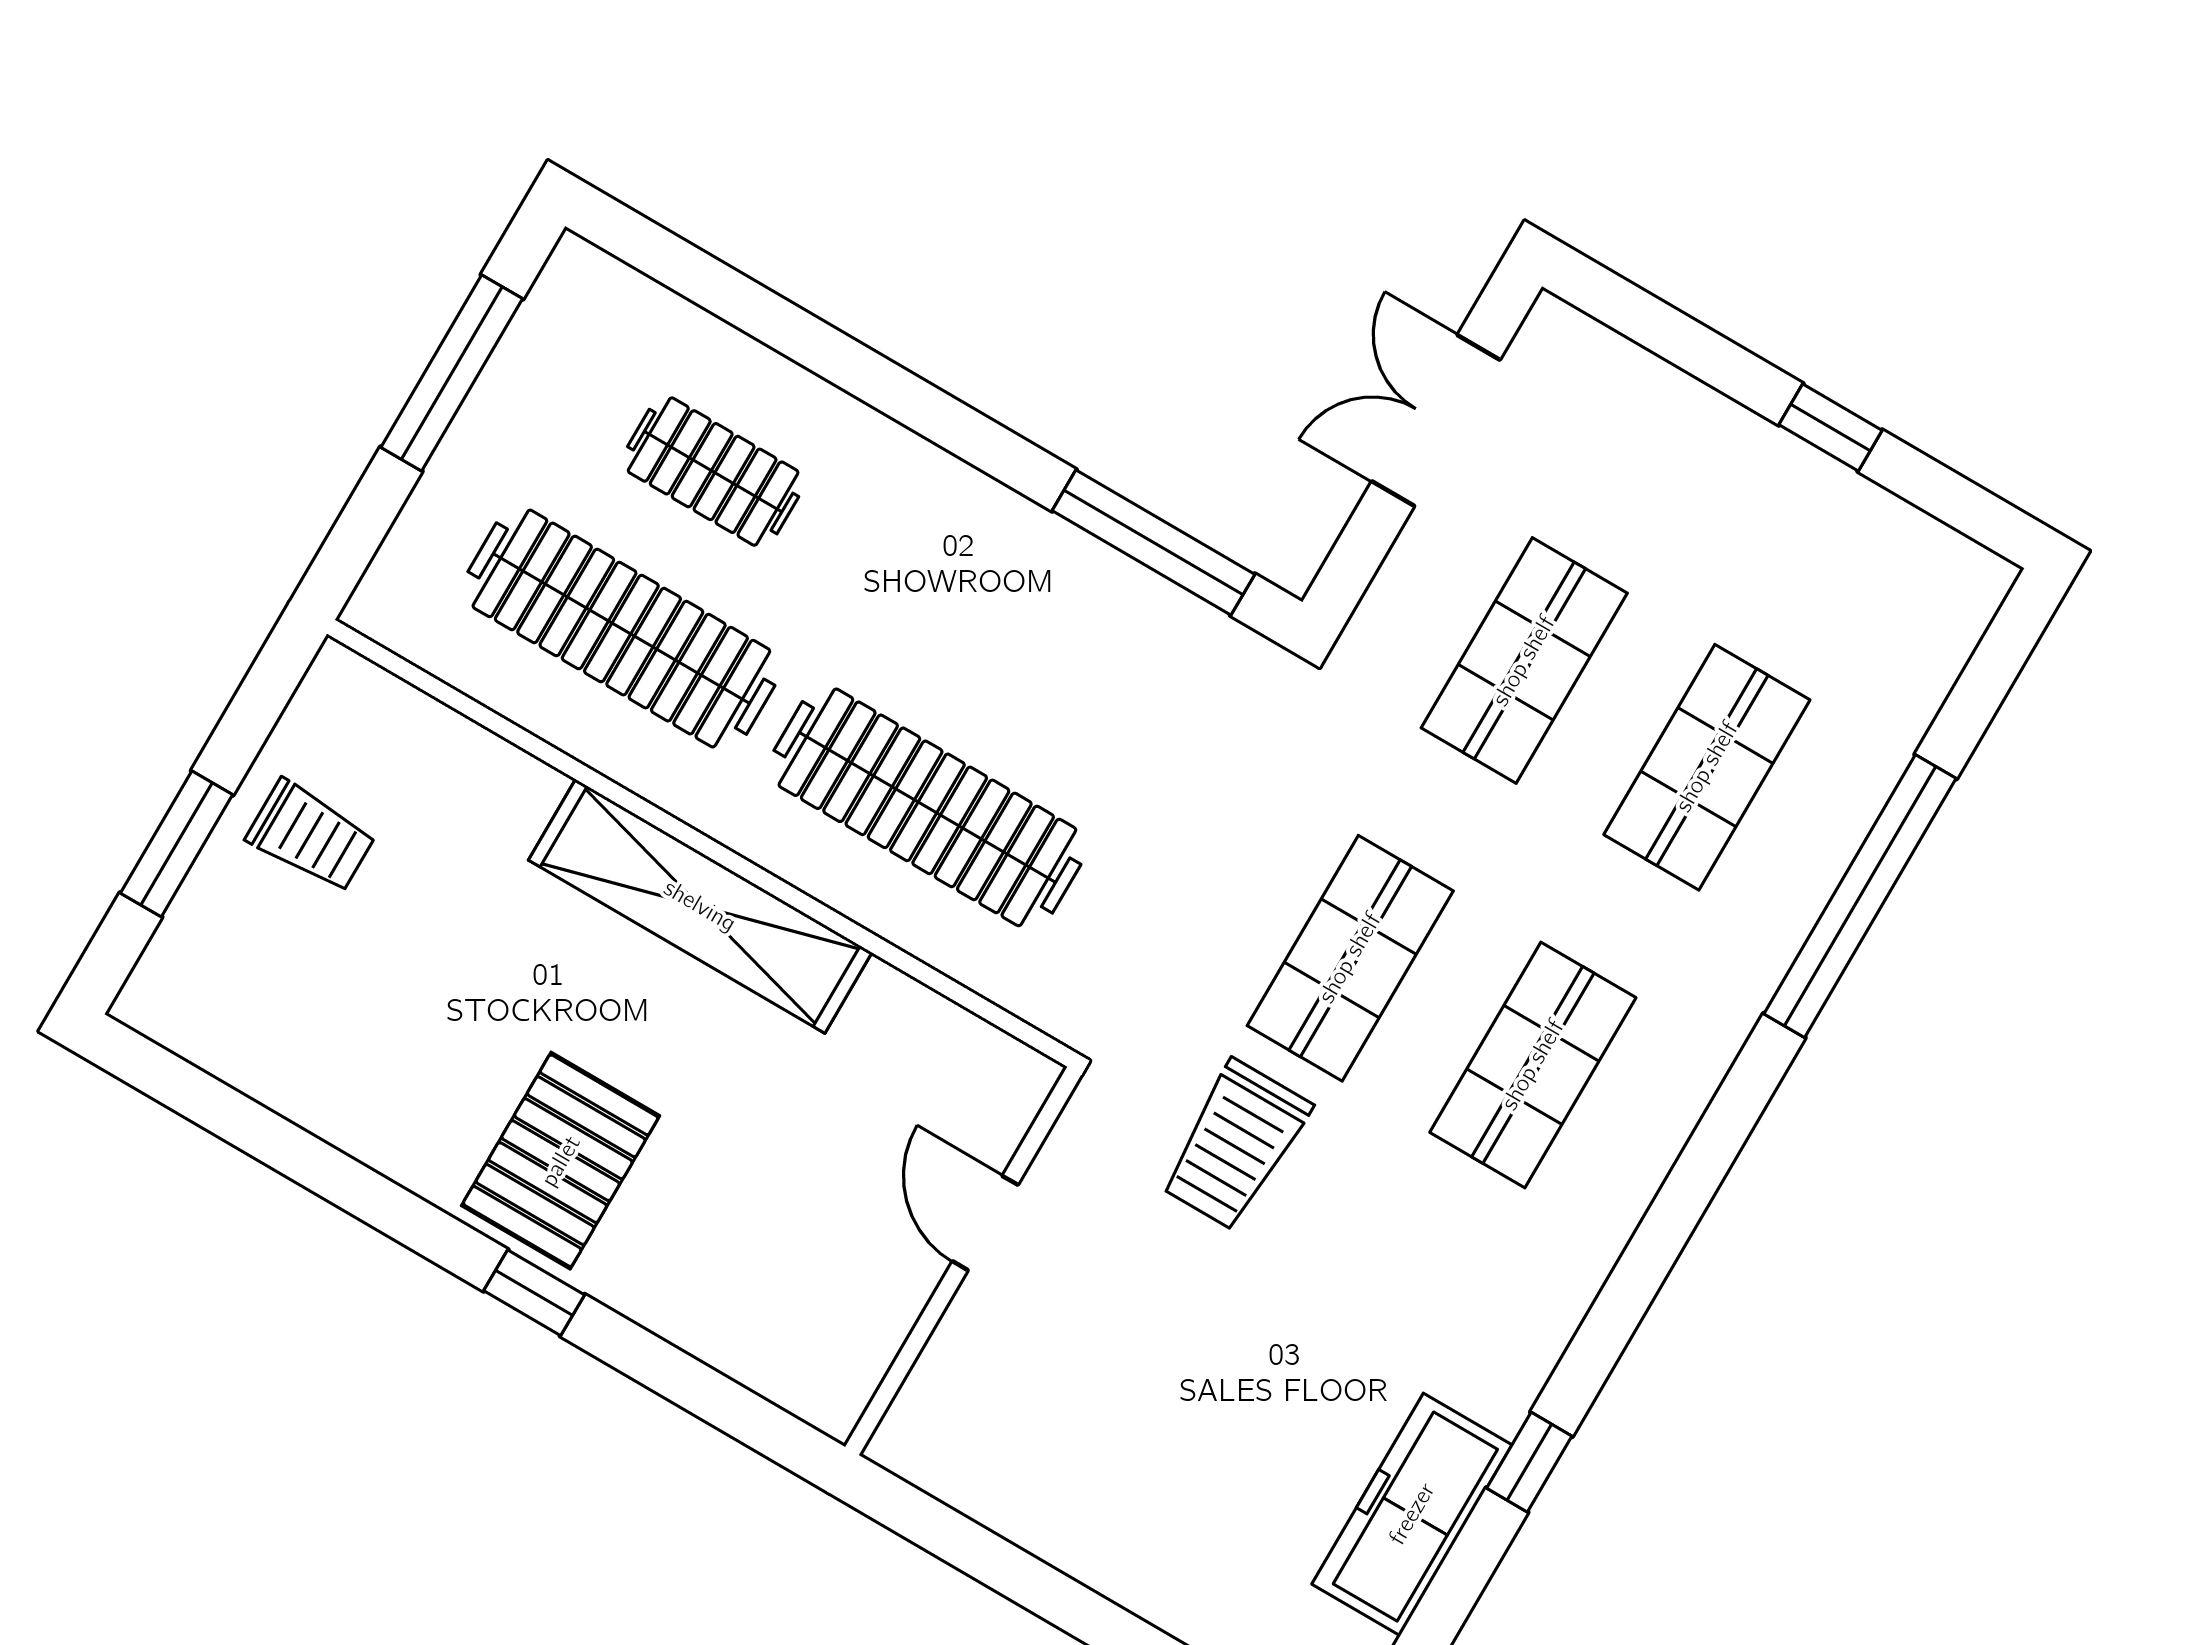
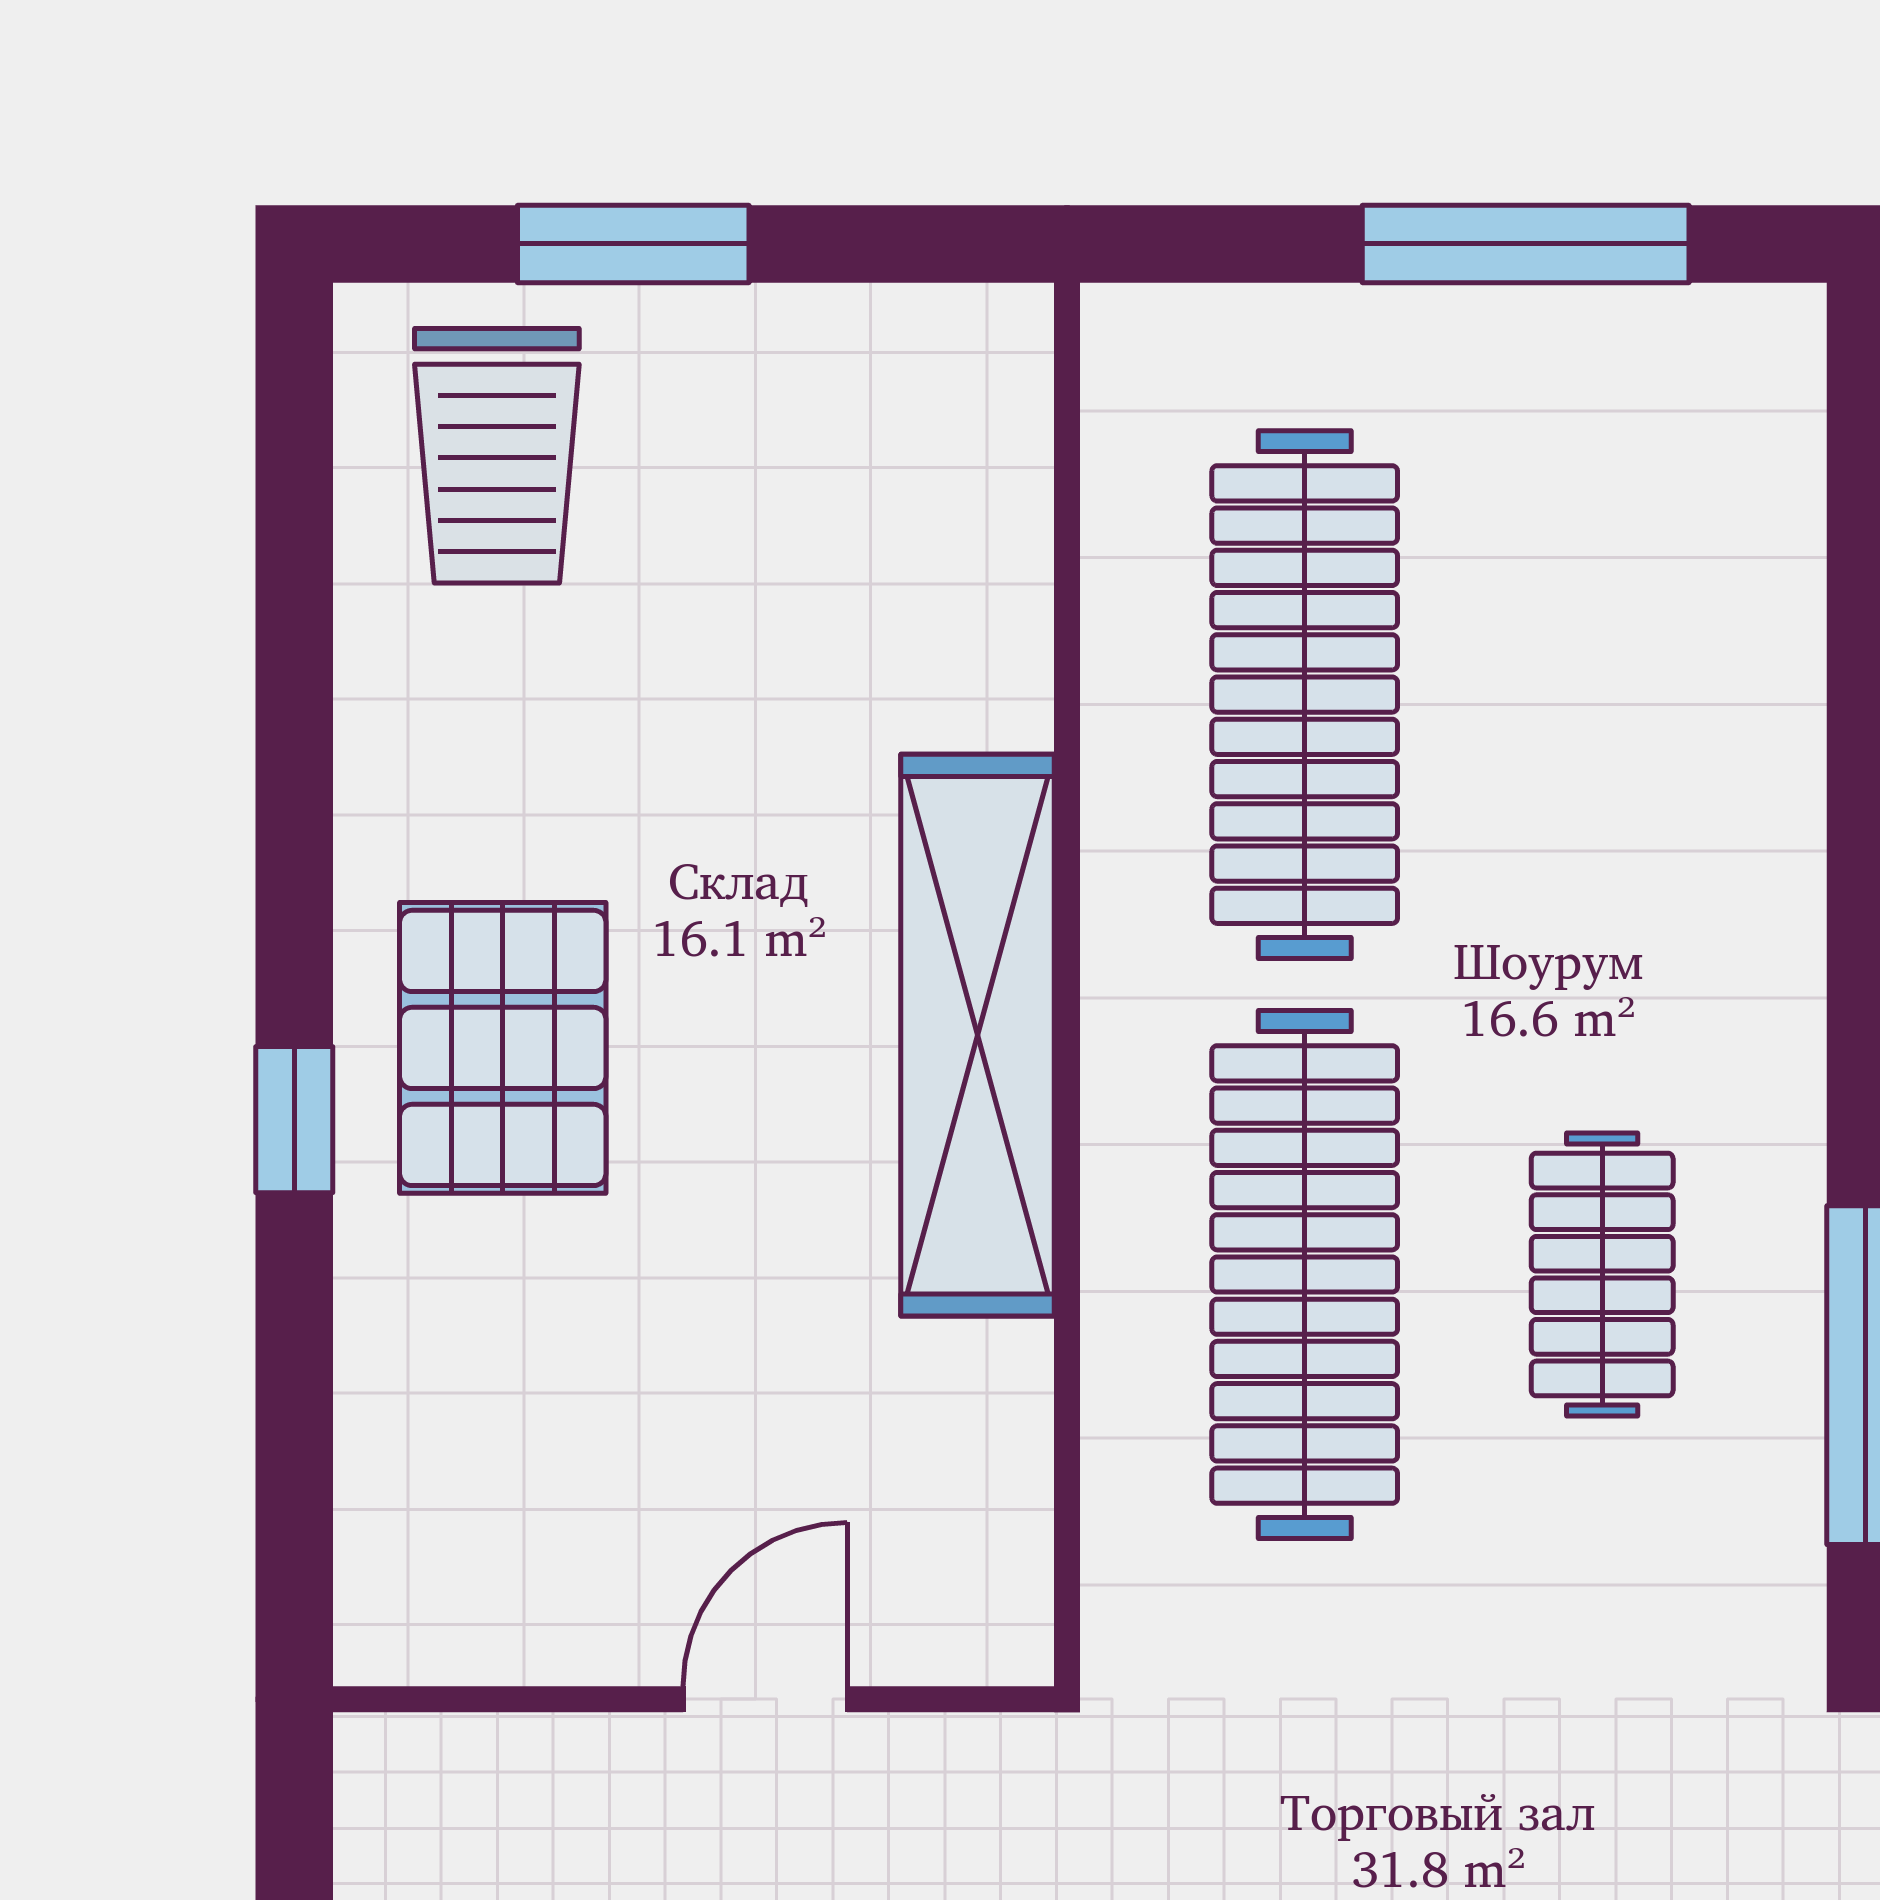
clothes rail: (713, 472) -> (1602, 1275), moved
trolley: (311, 836) -> (497, 456), moved, width x1.36, depth x1.39
pallet: (561, 1161) -> (503, 1048), turned 90

